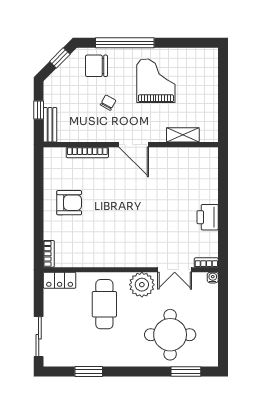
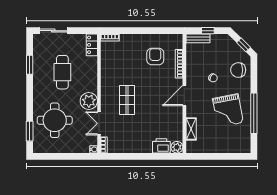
window: (125, 43) -> (254, 113), moved
chair: (96, 66) -> (238, 70), turned -90
grand piano: (156, 81) -> (228, 111), turned 79
plant: (210, 156) -> (177, 147), added
armchair: (69, 203) -> (155, 57), moved, turned 180
printer: (208, 217) -> (161, 146), moved
shop shelf: (141, 229) -> (127, 100), added
cafe table: (104, 304) -> (62, 72), moved, turned 90

